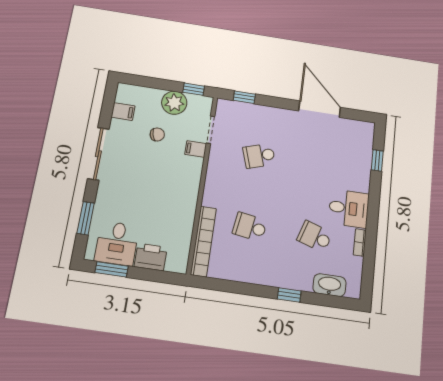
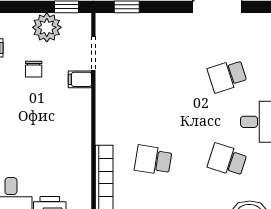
chair: (157, 134) -> (34, 69), turned 106
school desk: (259, 156) -> (227, 76), moved

